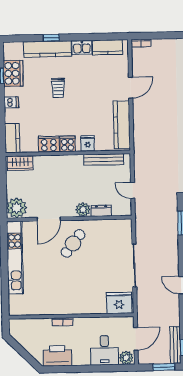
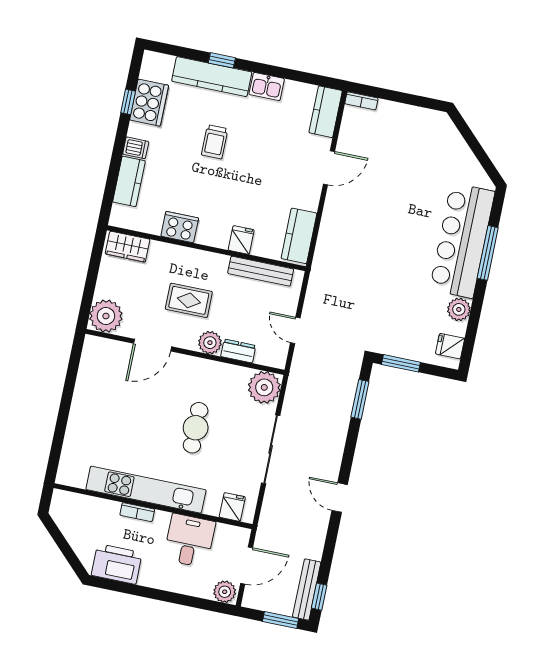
kitchen counter: (108, 47) -> (326, 112), moved, turned 90
kitchen counter: (122, 125) -> (299, 236), width x0.67
kitchen counter: (12, 138) -> (129, 181), moved
cooker: (68, 144) -> (209, 233), removed
rug: (64, 187) -> (189, 300), added
plant: (122, 229) -> (264, 387), added
cafe table: (73, 244) -> (196, 428), moved, turned -38
kitchen unit: (15, 258) -> (146, 490), moved, turned -90
fridge: (119, 303) -> (232, 507), width x0.53, depth x0.75
desk: (104, 350) -> (189, 541), moved, turned 180

